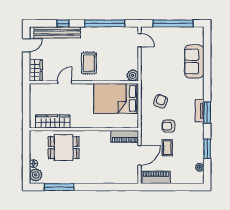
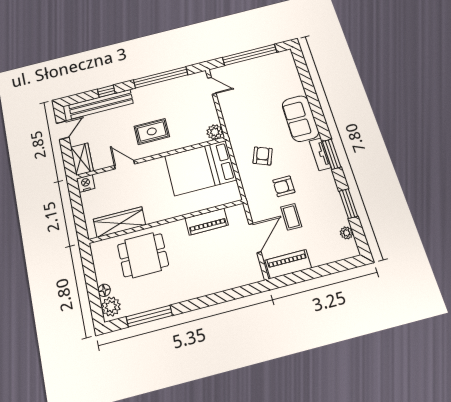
sofa: (194, 61) -> (300, 119), moved
rug: (89, 63) -> (152, 131), turned 90
door: (65, 82) -> (124, 165), hinge flipped
nightstand: (35, 89) -> (86, 183), added
piano: (125, 136) -> (207, 222), moved

